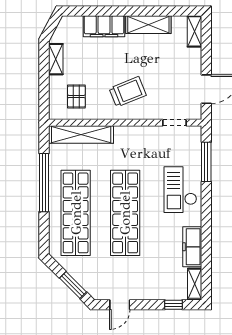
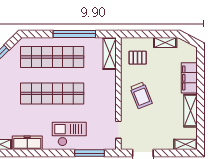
shelving: (81, 135) -> (110, 53), width x0.68

